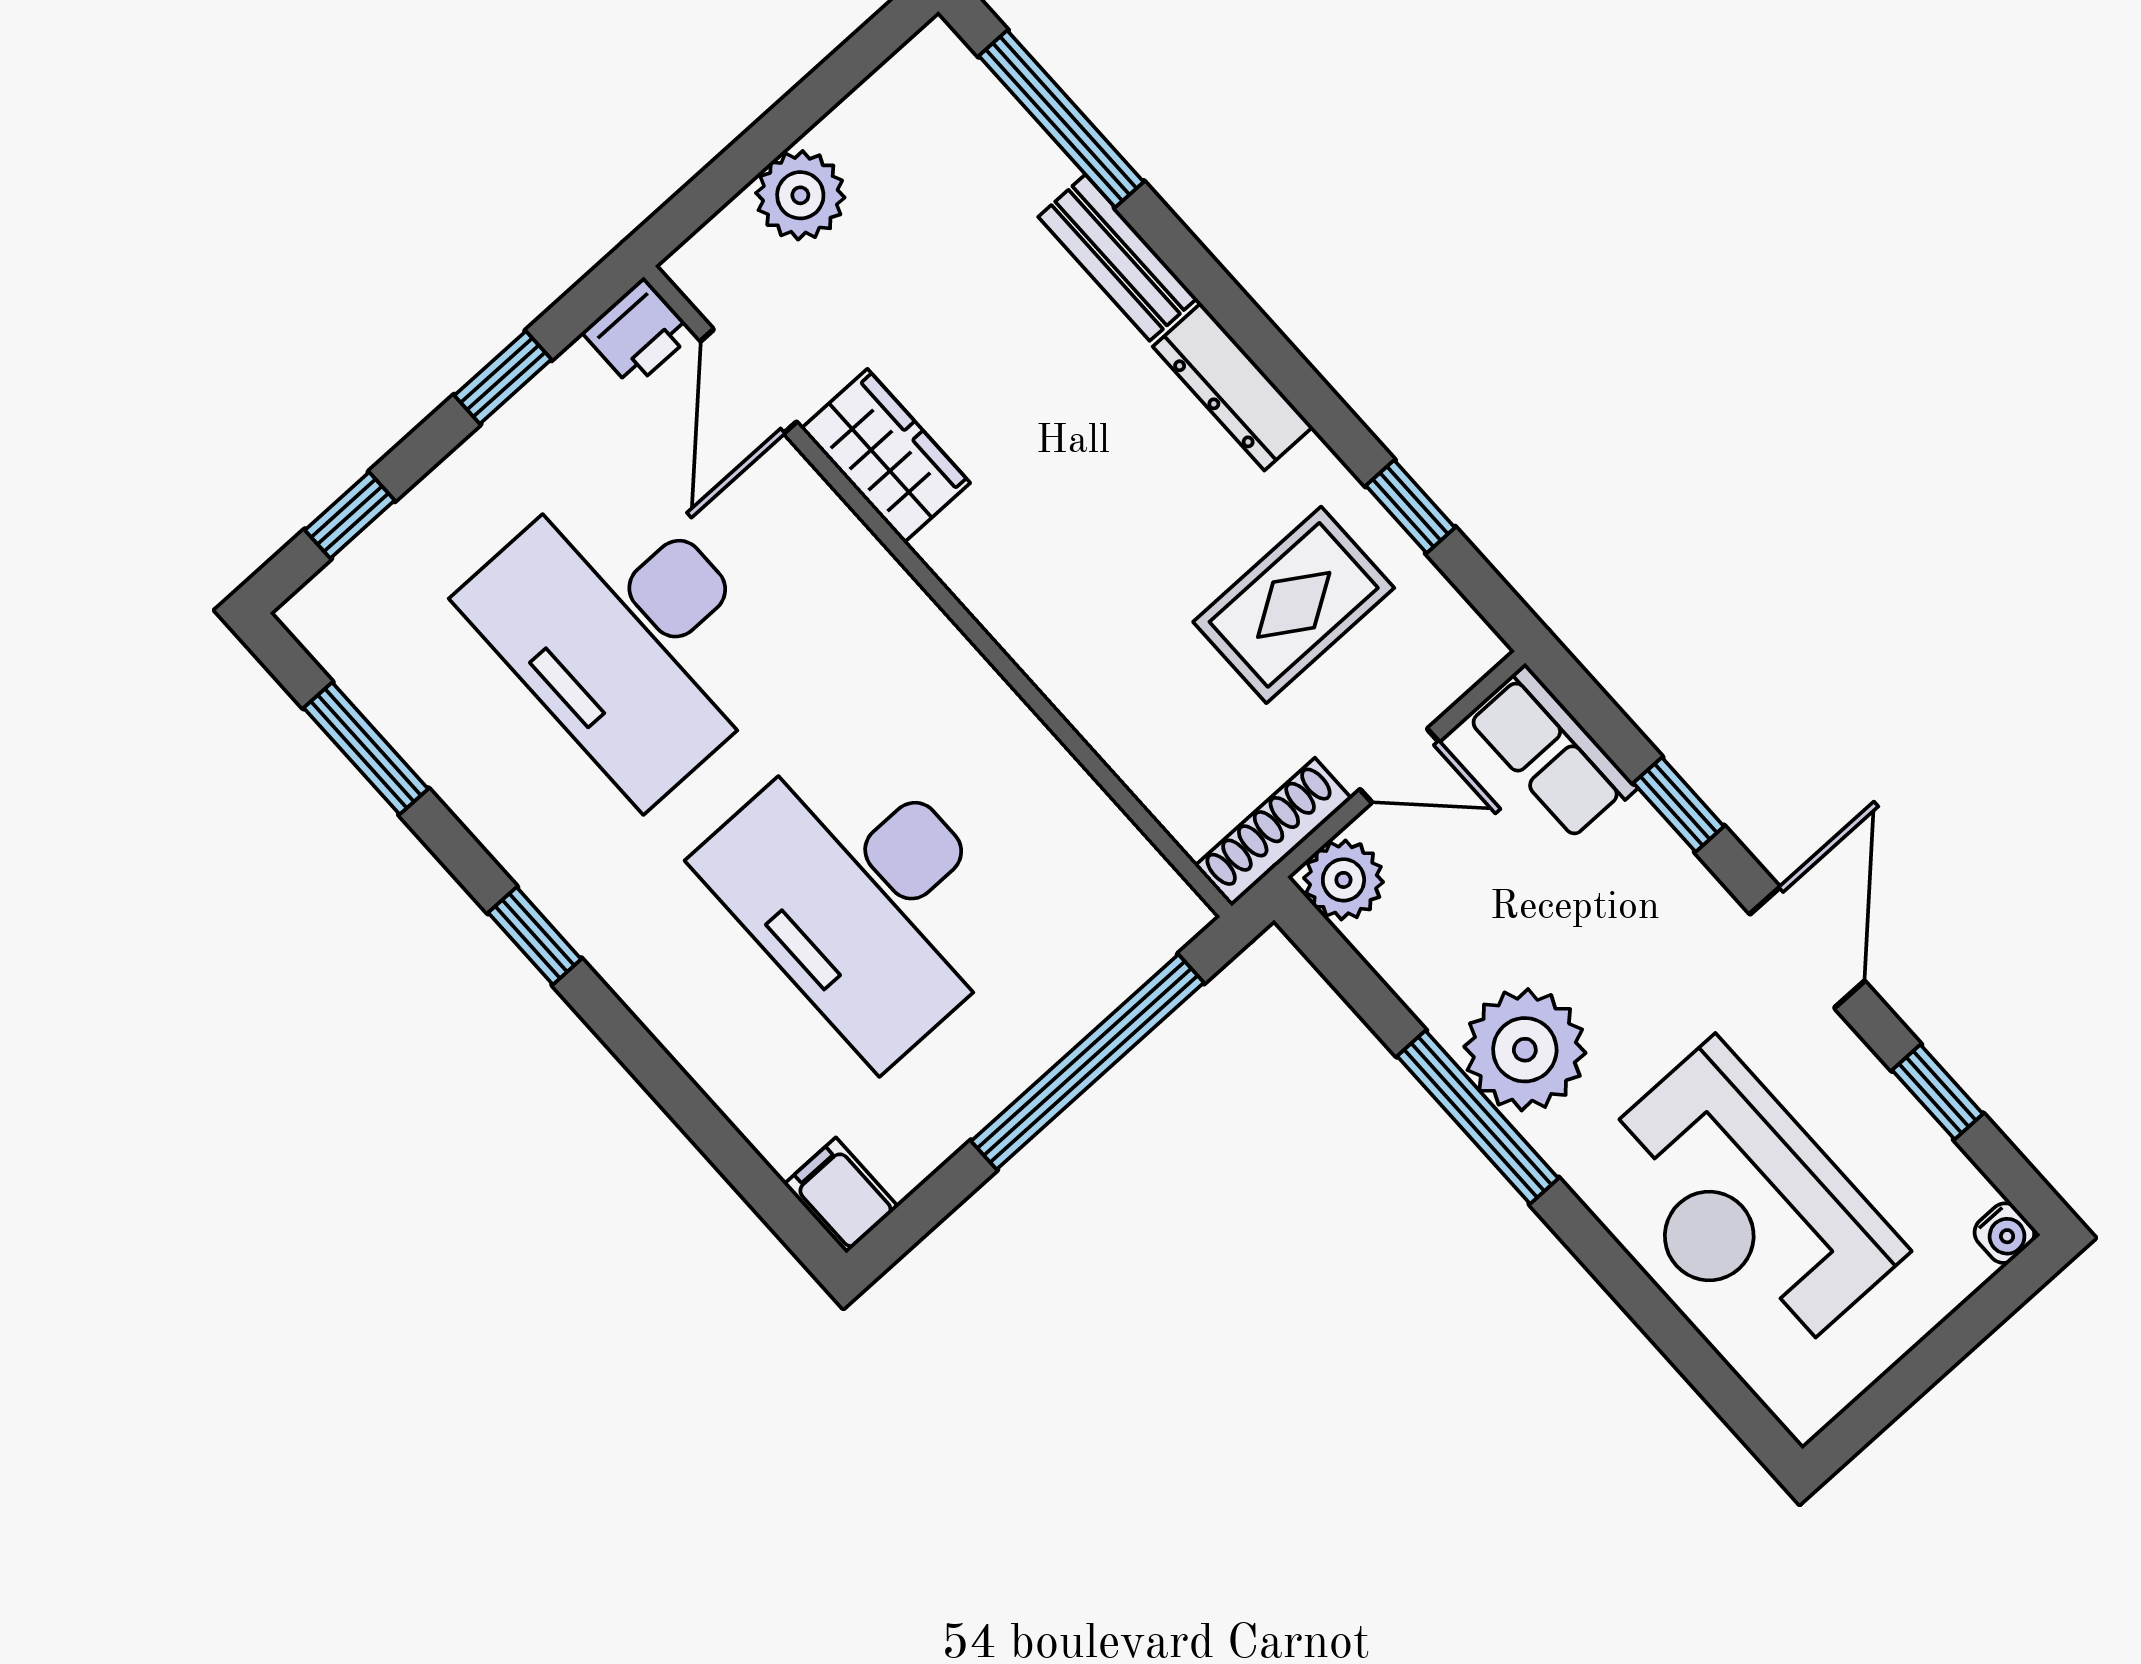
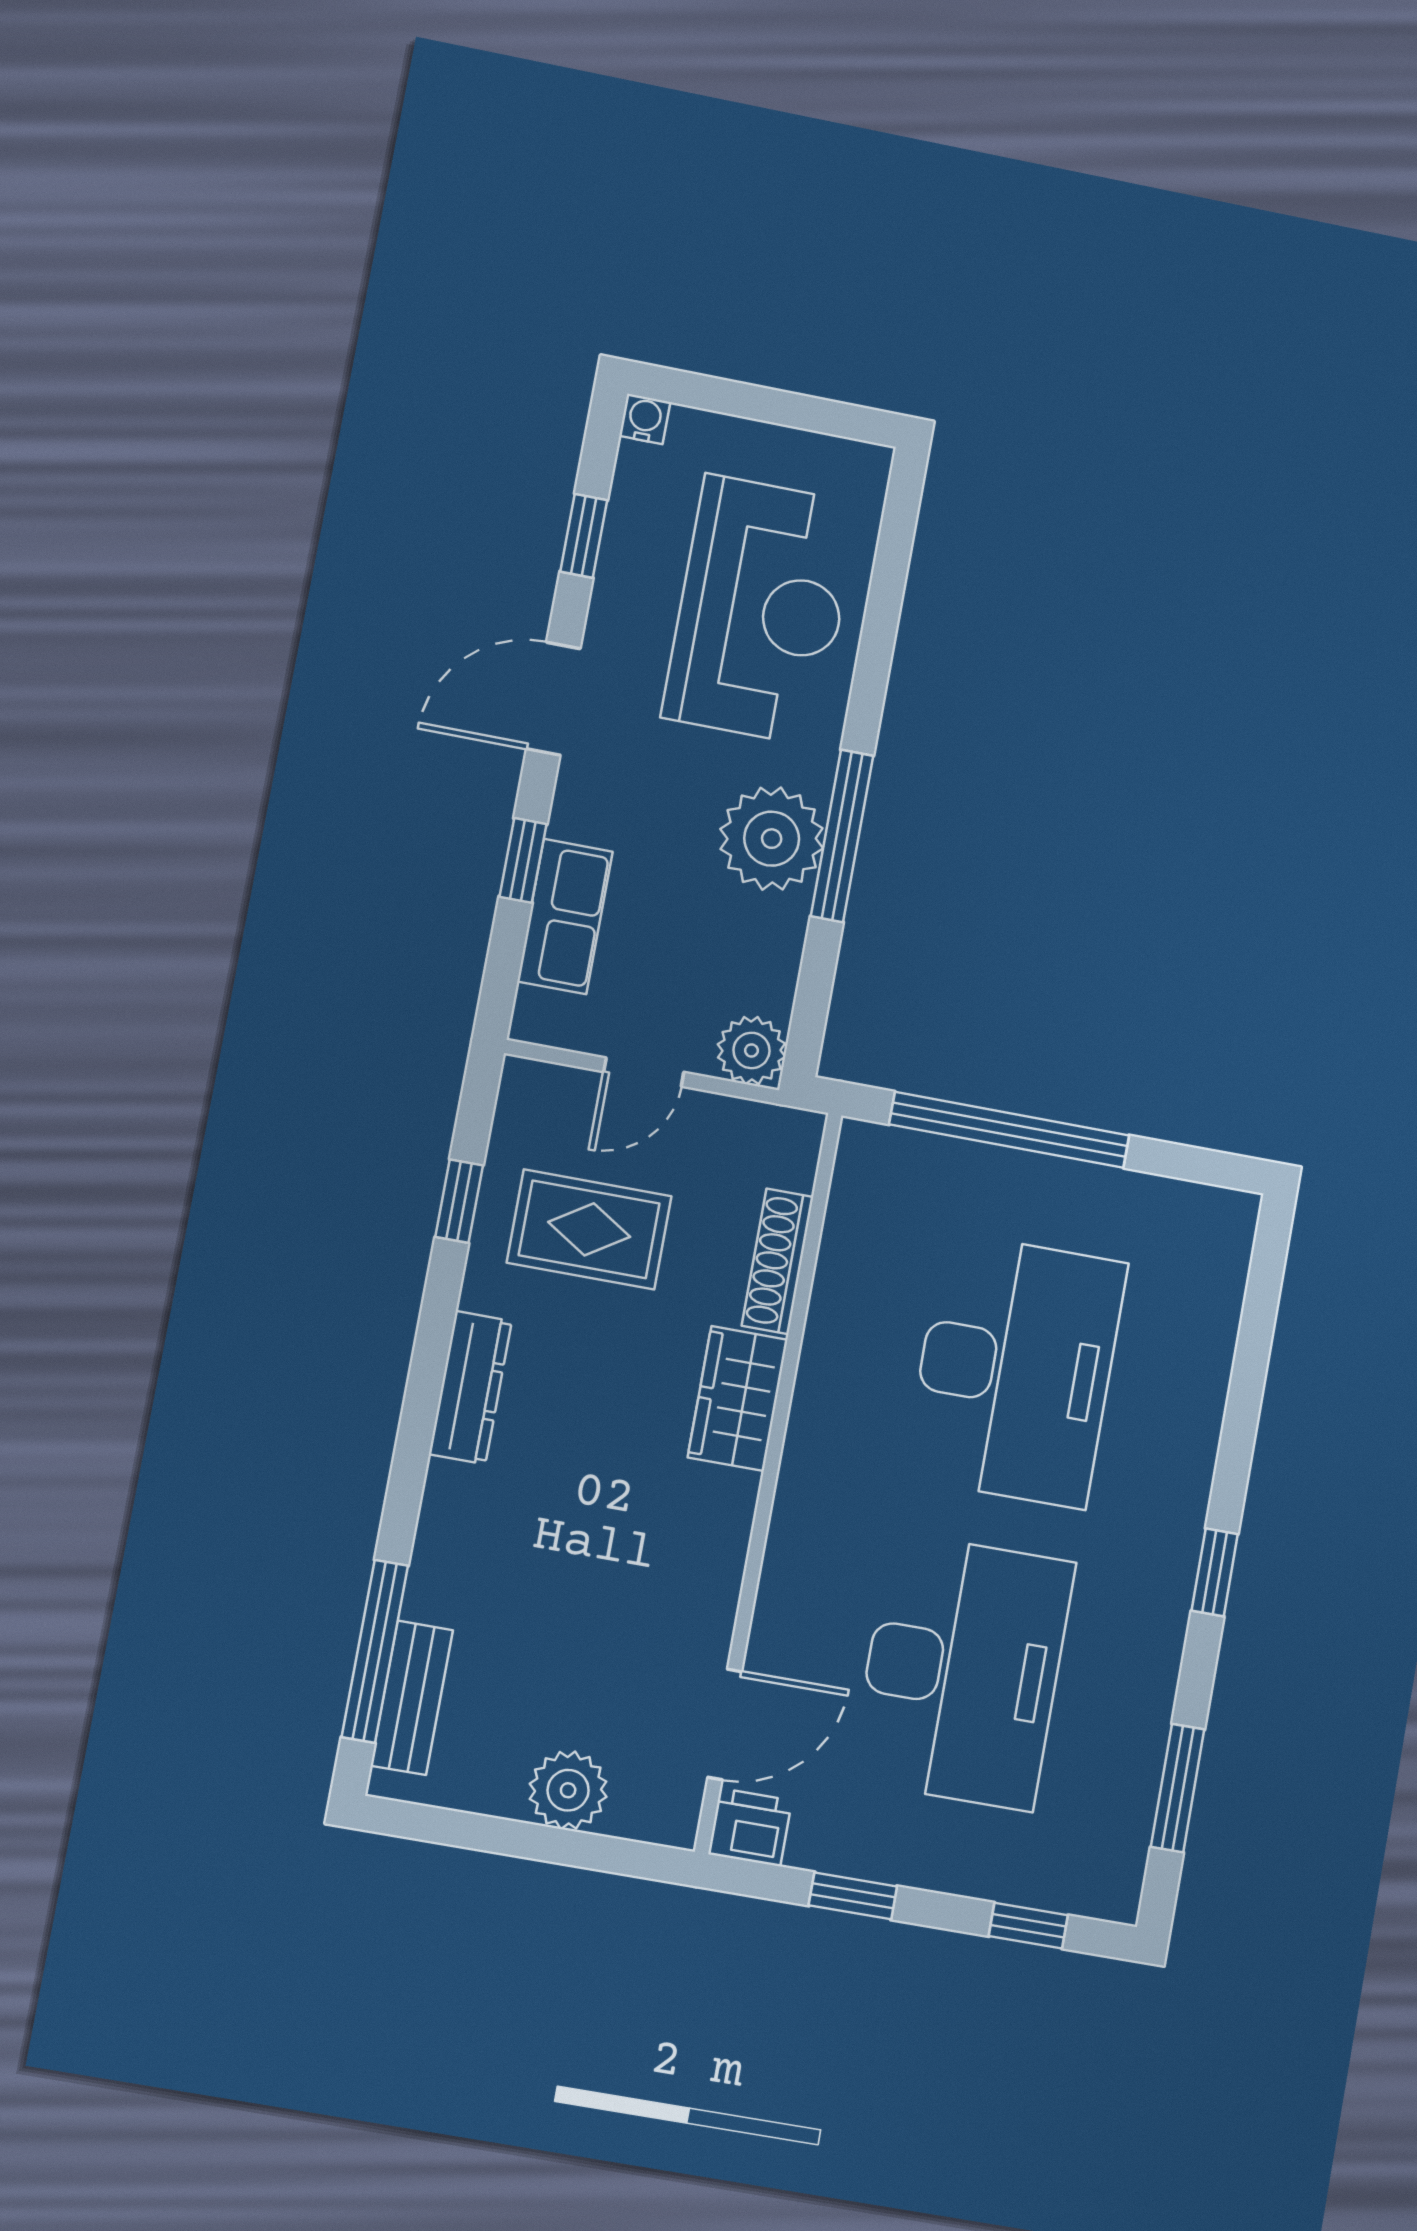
bench: (1118, 258) -> (412, 1698), moved
wardrobe: (886, 456) -> (738, 1398), moved
row of seats: (1552, 752) -> (565, 916), moved
door: (1399, 766) -> (644, 1072), swing flipped
shoe rack: (1273, 832) -> (778, 1261), moved, turned 90
filing cabinet: (841, 1195) -> (1228, 1227), removed

